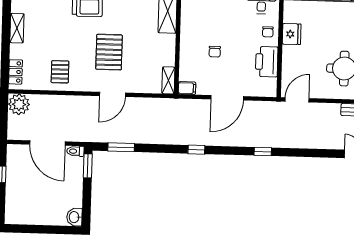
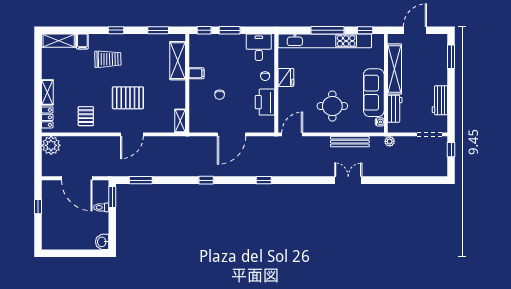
shelving: (17, 28) -> (47, 92), moved
pallet: (109, 52) -> (128, 98), turned 90
filing cabinet: (187, 88) -> (196, 73), moved
toilet: (75, 151) -> (101, 207), moved

